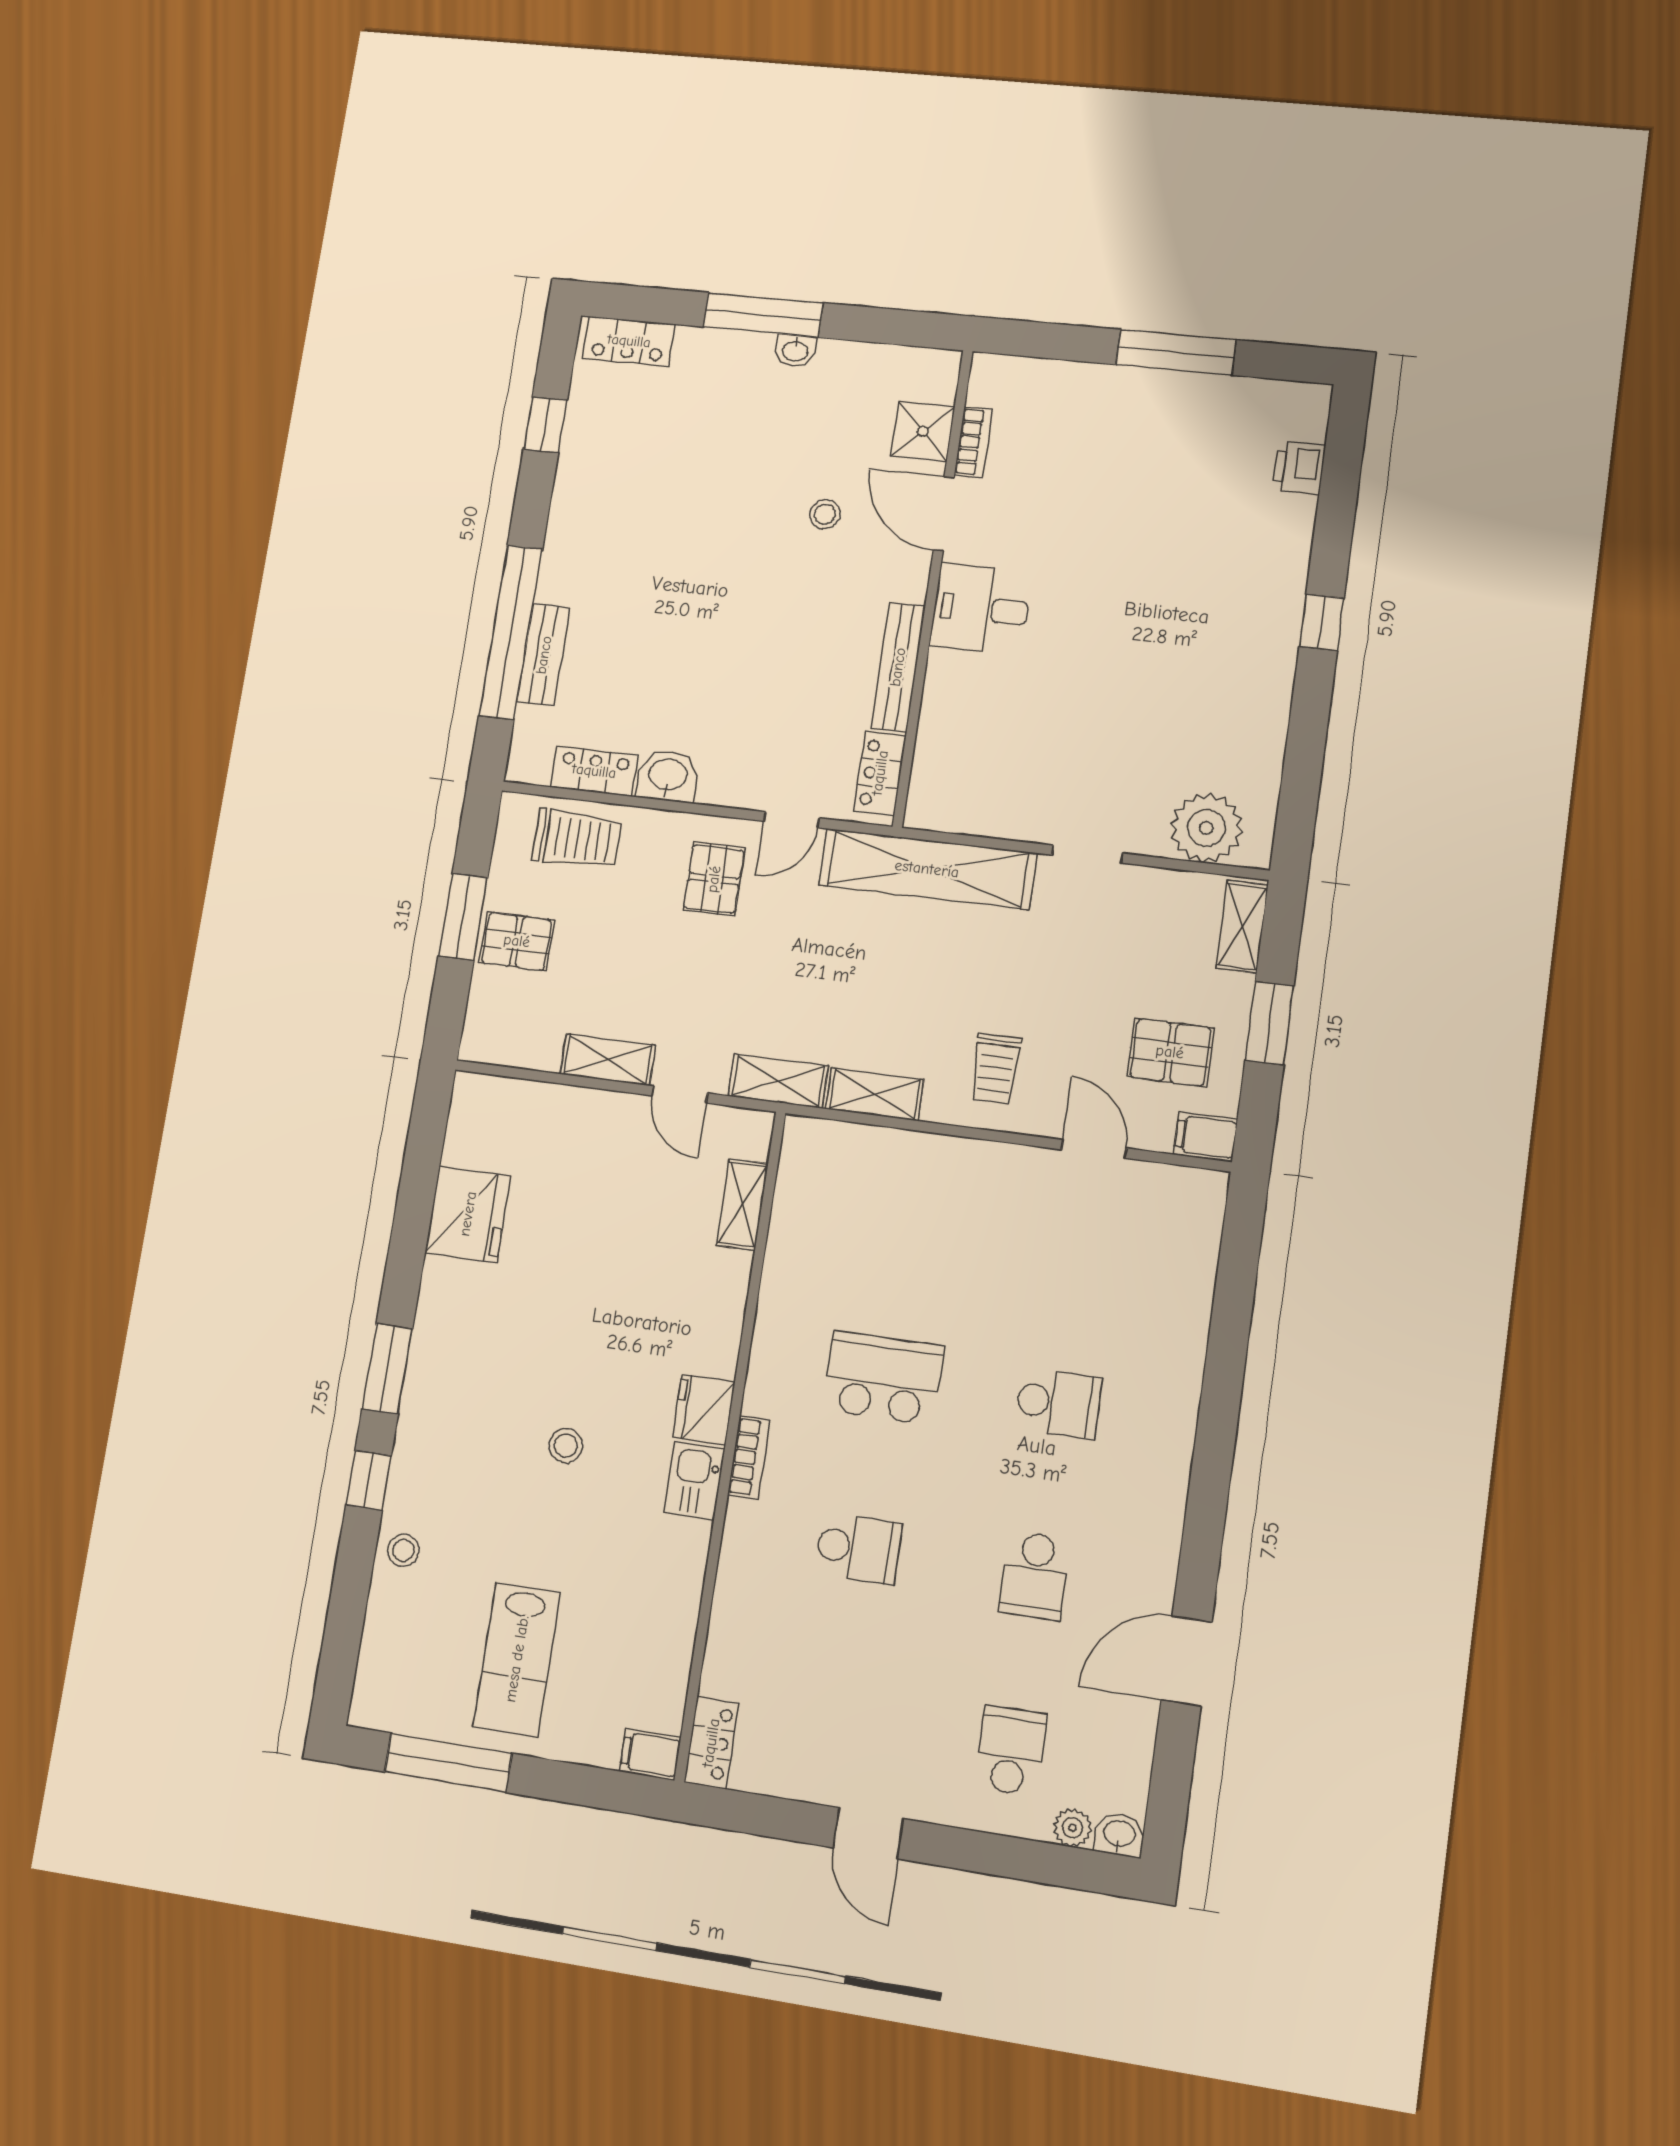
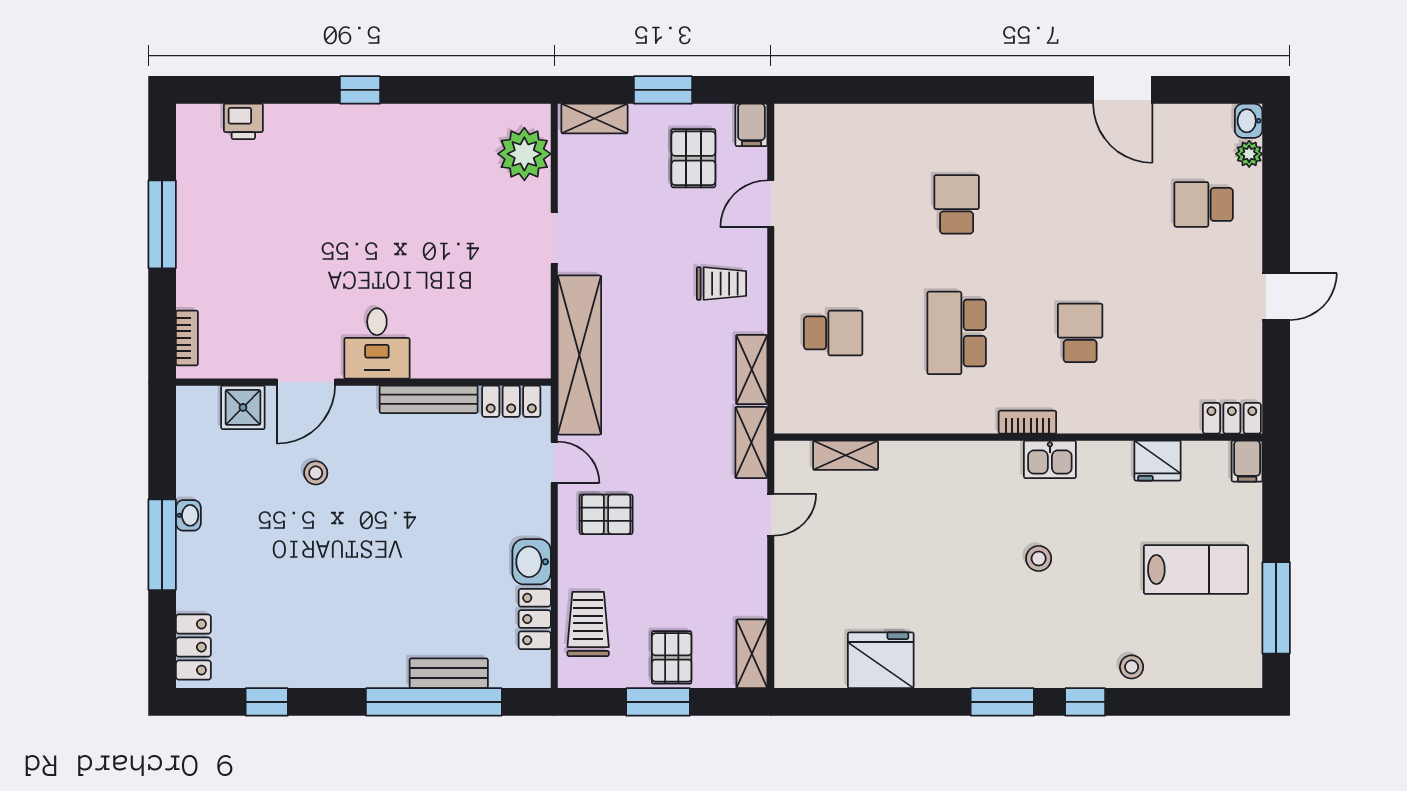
bookcase: (973, 442) -> (187, 338), moved, turned 90
shelving: (608, 1060) -> (752, 654), moved
fridge: (704, 1409) -> (1158, 461), moved
school desk: (1035, 1576) -> (833, 333), moved

